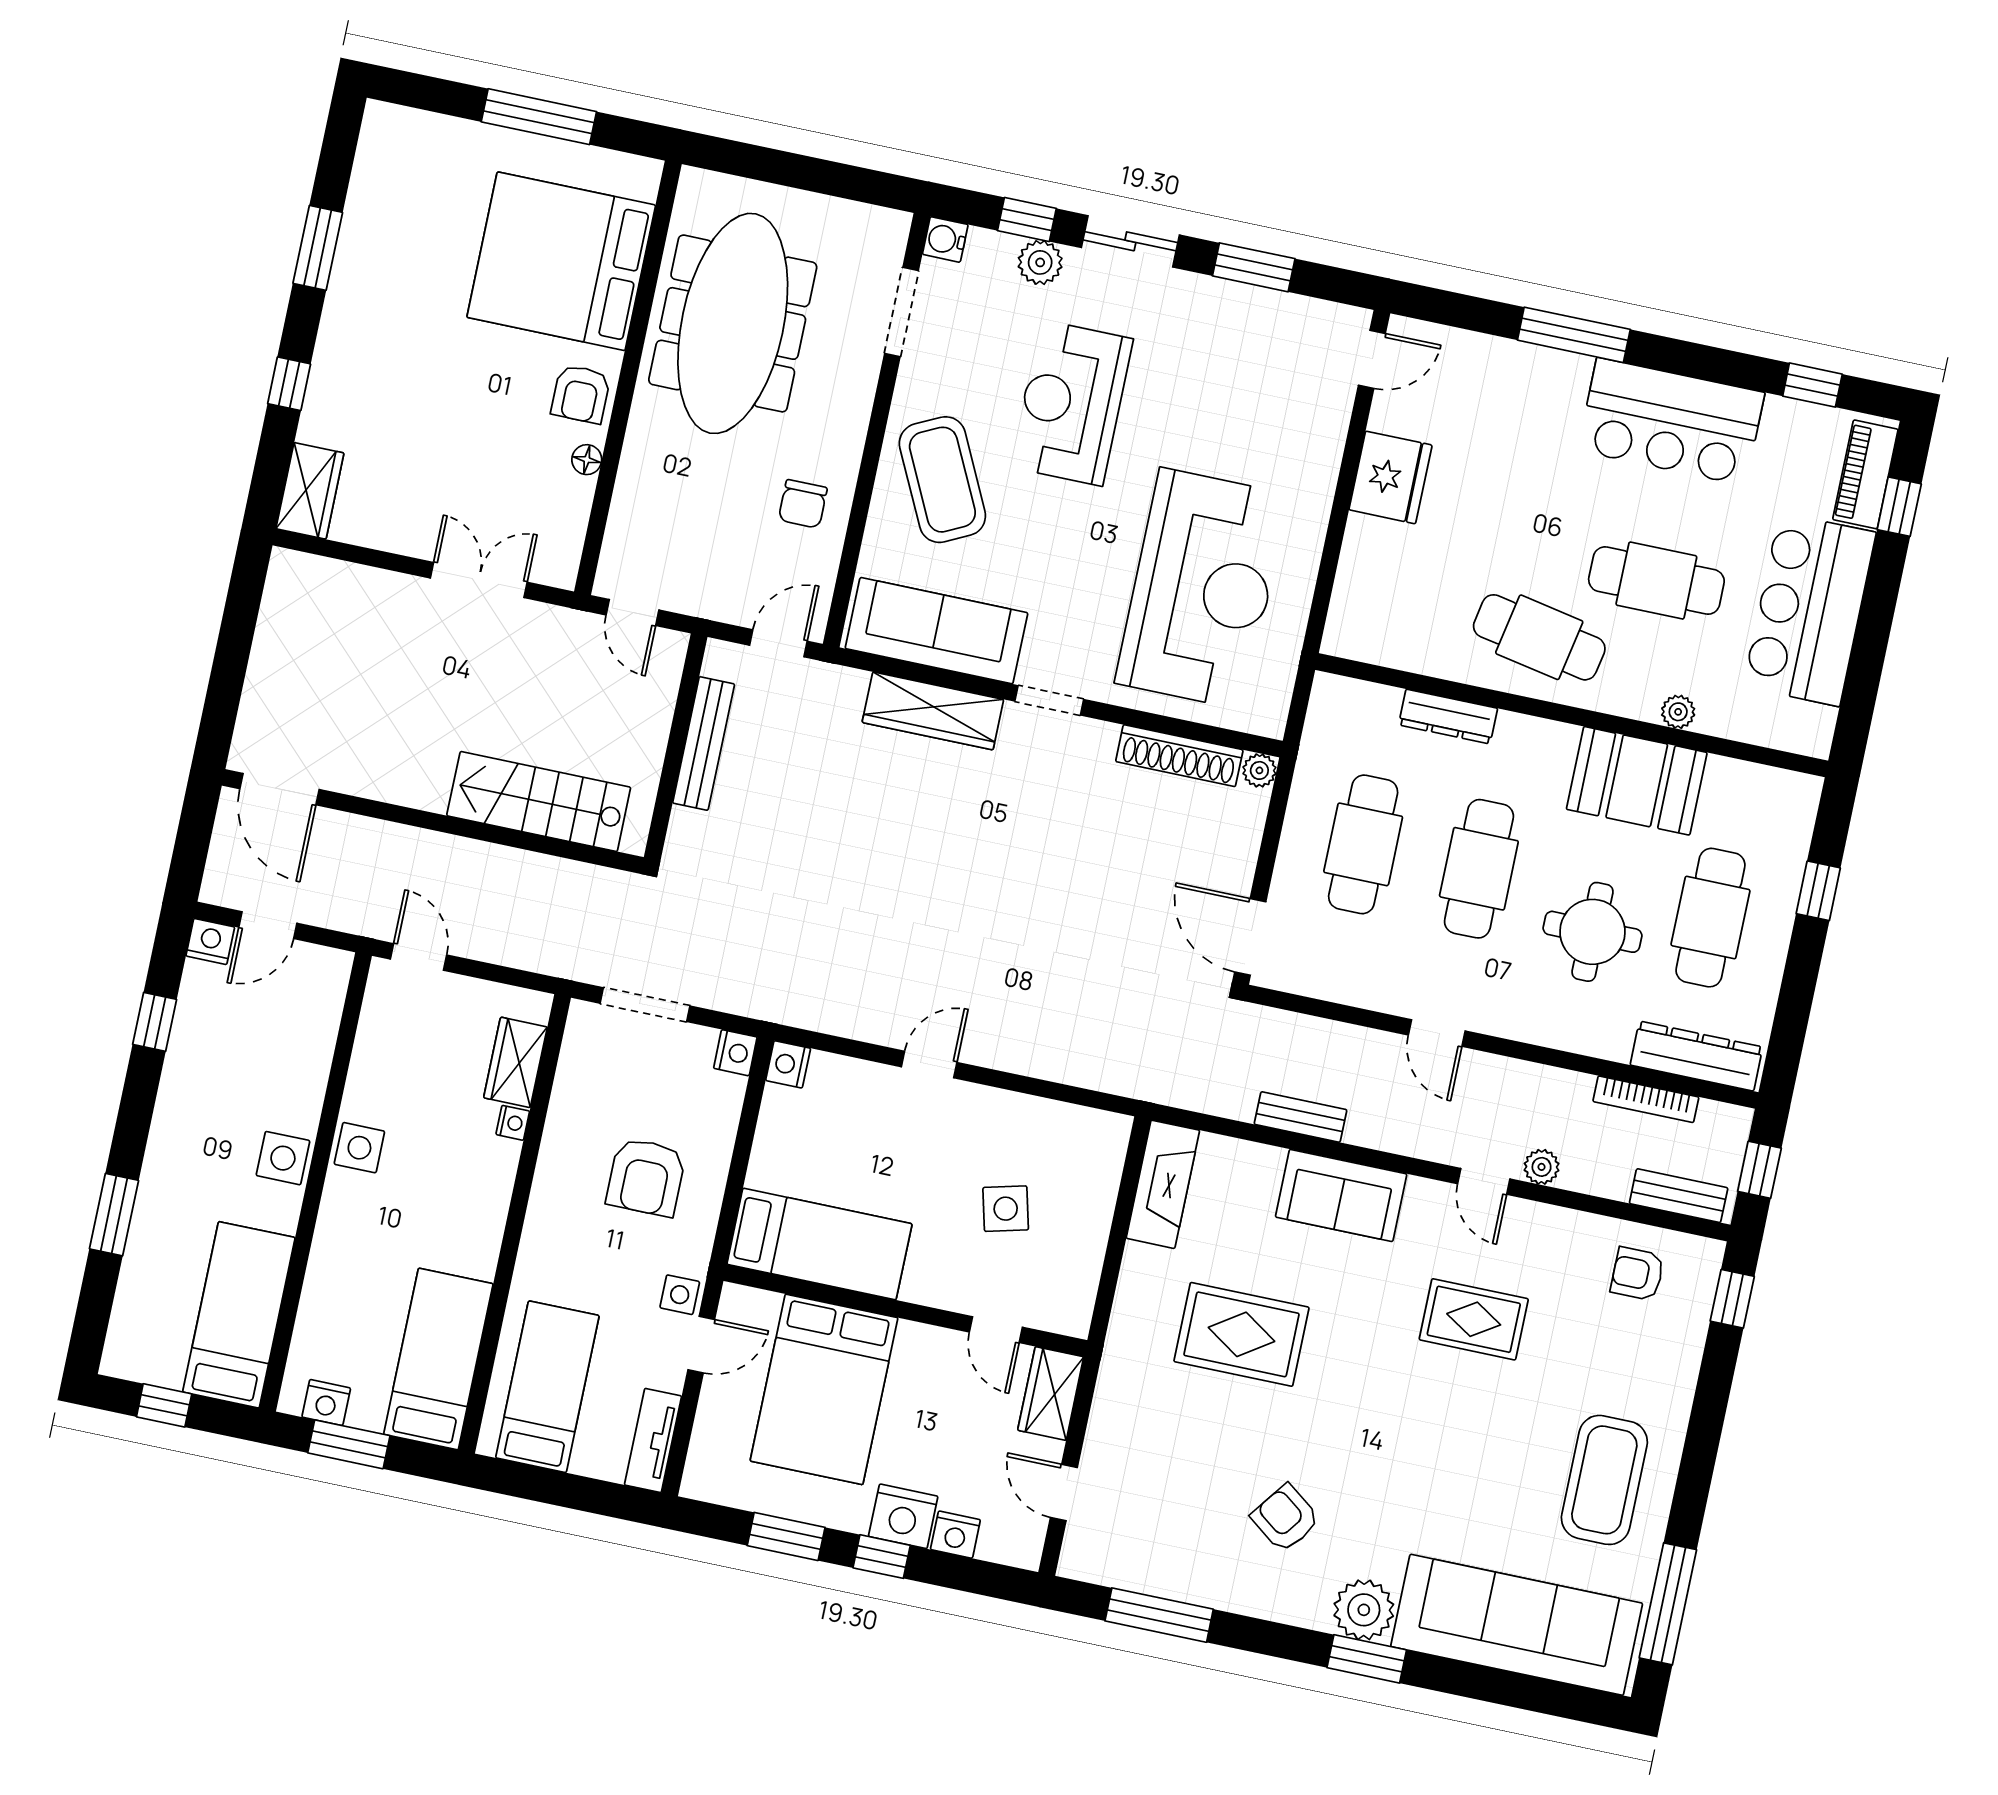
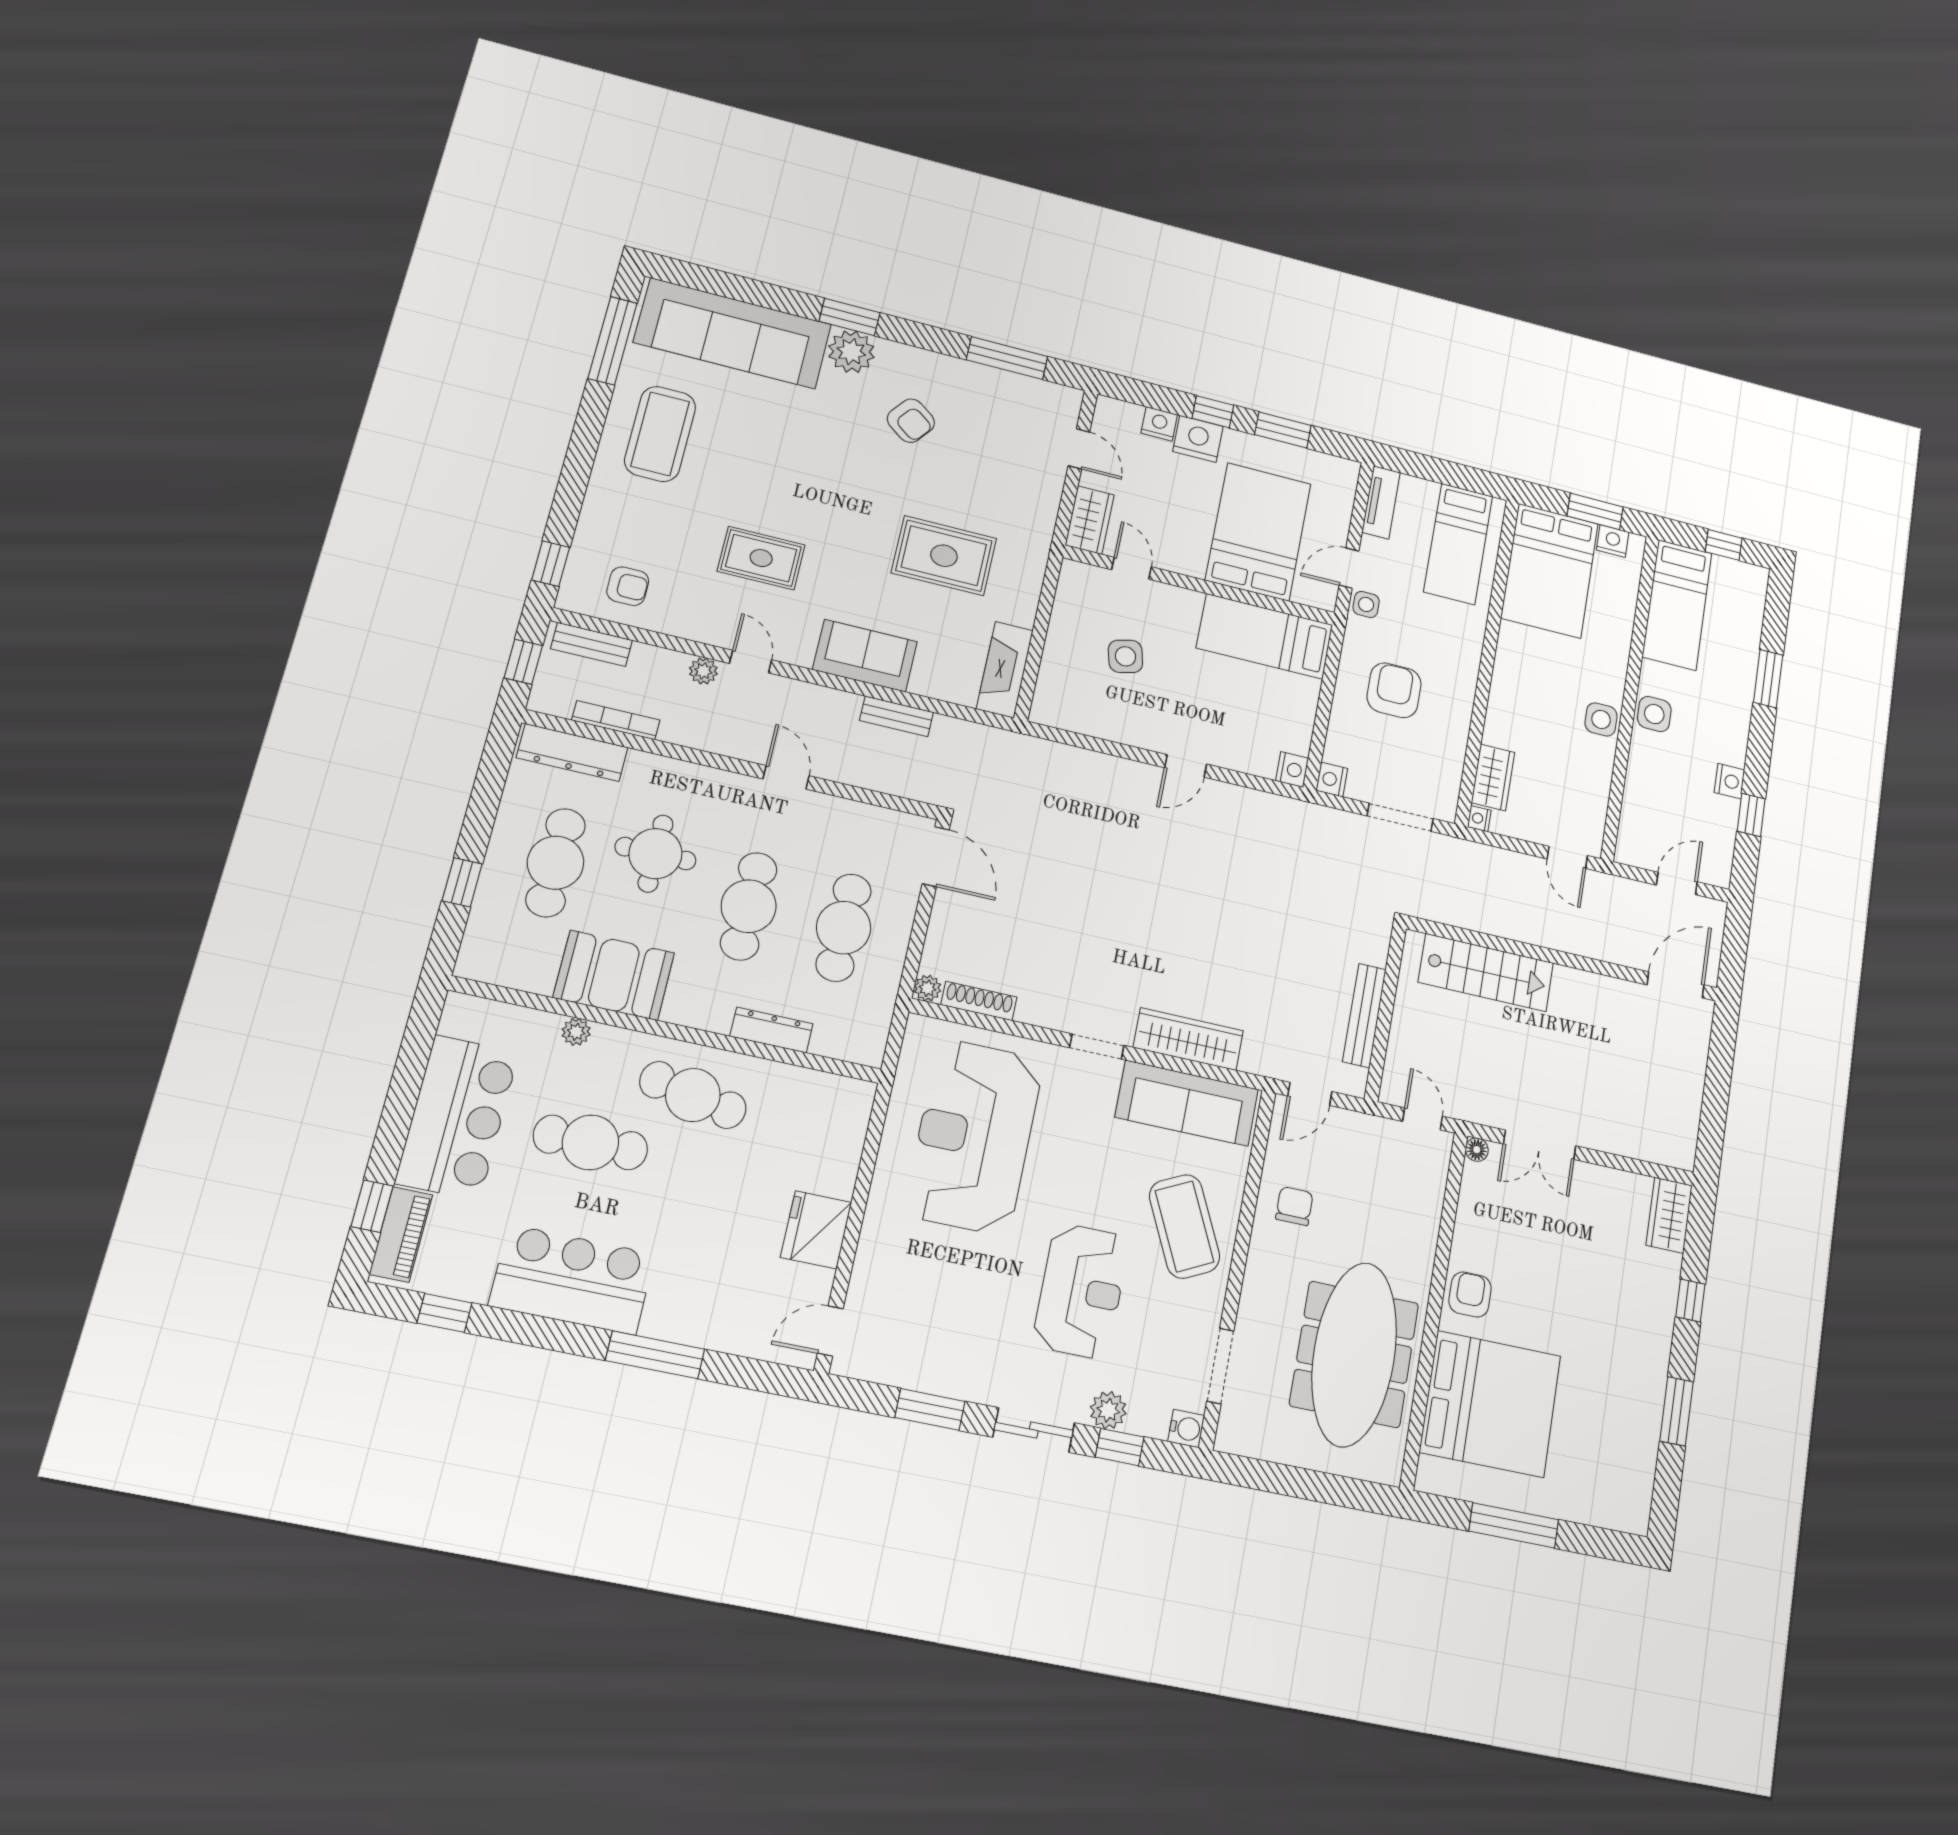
floor lamp: (587, 460) -> (1477, 1150), moved
shoe rack: (1179, 756) -> (979, 1001), width x0.74, depth x0.81
door: (279, 789) -> (1676, 985), hinge flipped
nightstand: (210, 941) -> (1730, 781), moved, turned -90
nightstand: (513, 1123) -> (1479, 819), moved
bed: (438, 1359) -> (1550, 571), width x1.50

